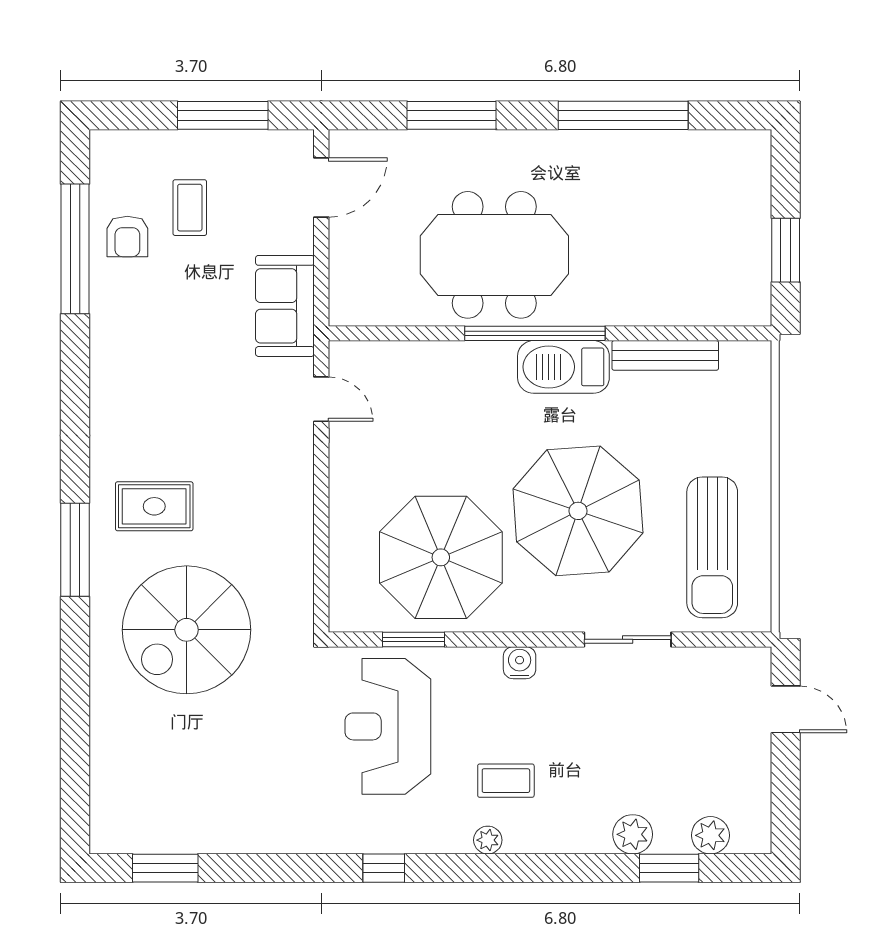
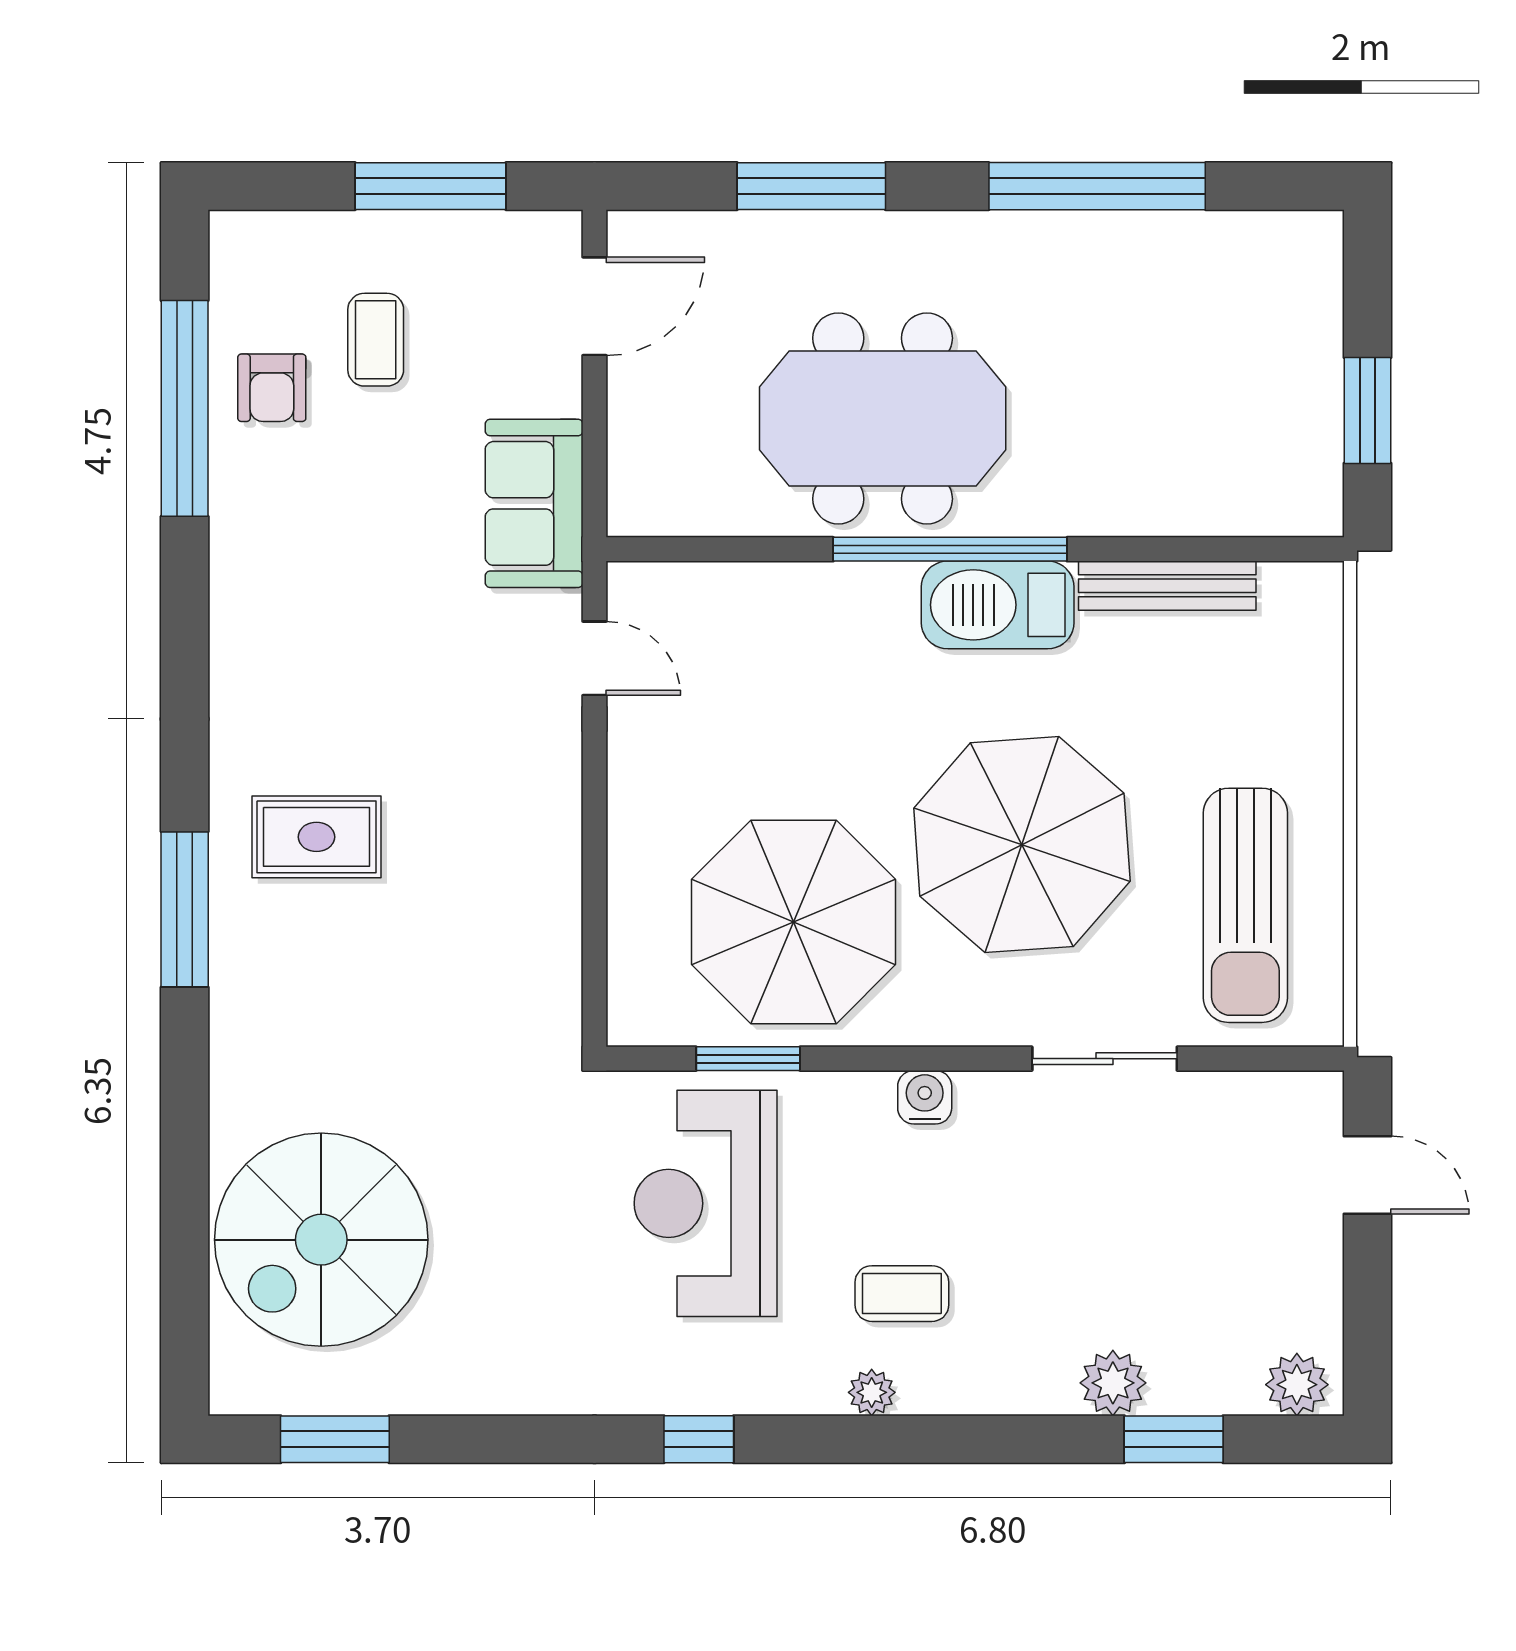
spiral stairs: (187, 630) -> (321, 1240), moved
plant: (710, 835) -> (1297, 1385), moved

